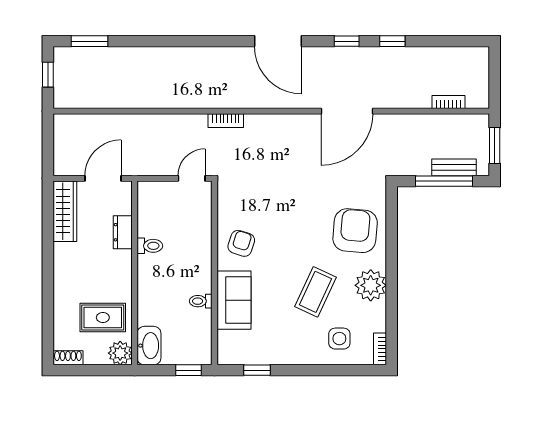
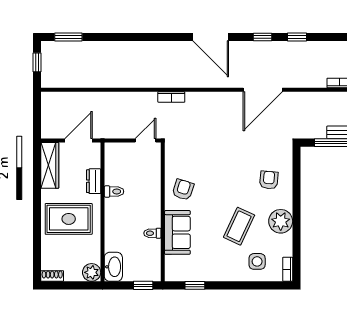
armchair: (355, 231) -> (269, 180), width x0.53, depth x0.53
rug: (103, 317) -> (69, 219), moved, width x1.36, depth x1.43

